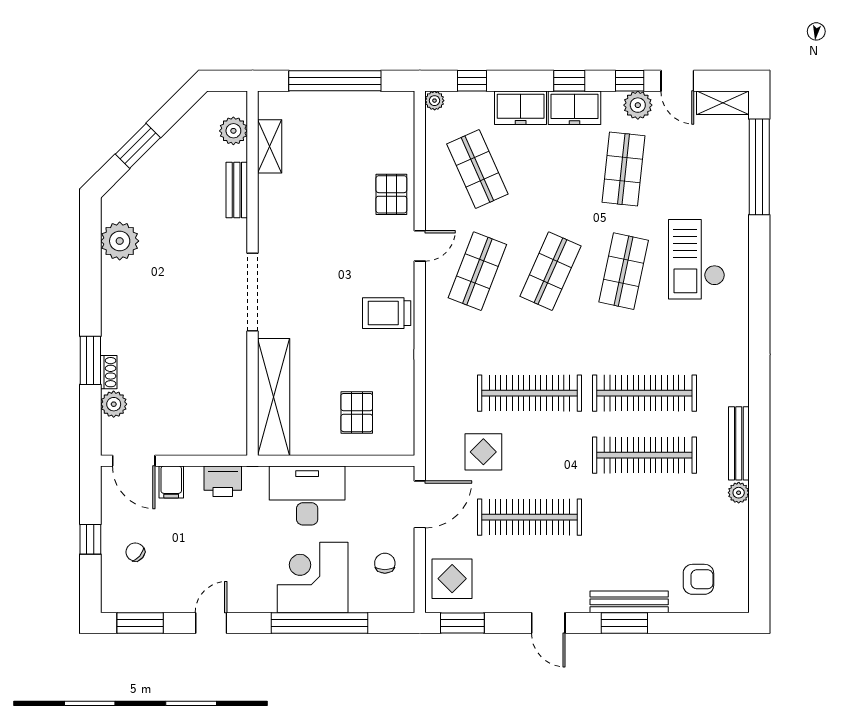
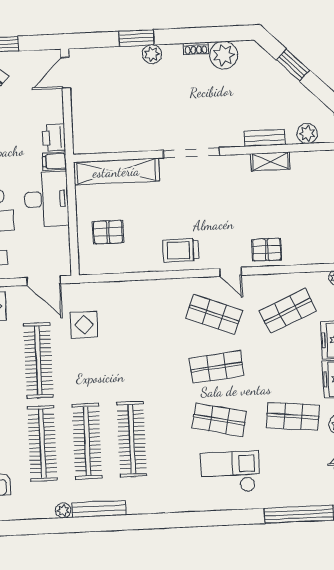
shelving: (270, 146) -> (270, 161), moved
shop shelf: (550, 271) -> (217, 367), turned -30
trolley: (387, 313) -> (181, 250), turned -90
shoe rack: (109, 372) -> (196, 48), moved
clothes rail: (530, 393) -> (42, 443), moved
plant: (114, 404) -> (152, 54), moved
filing cabinet: (171, 482) -> (54, 161), moved

